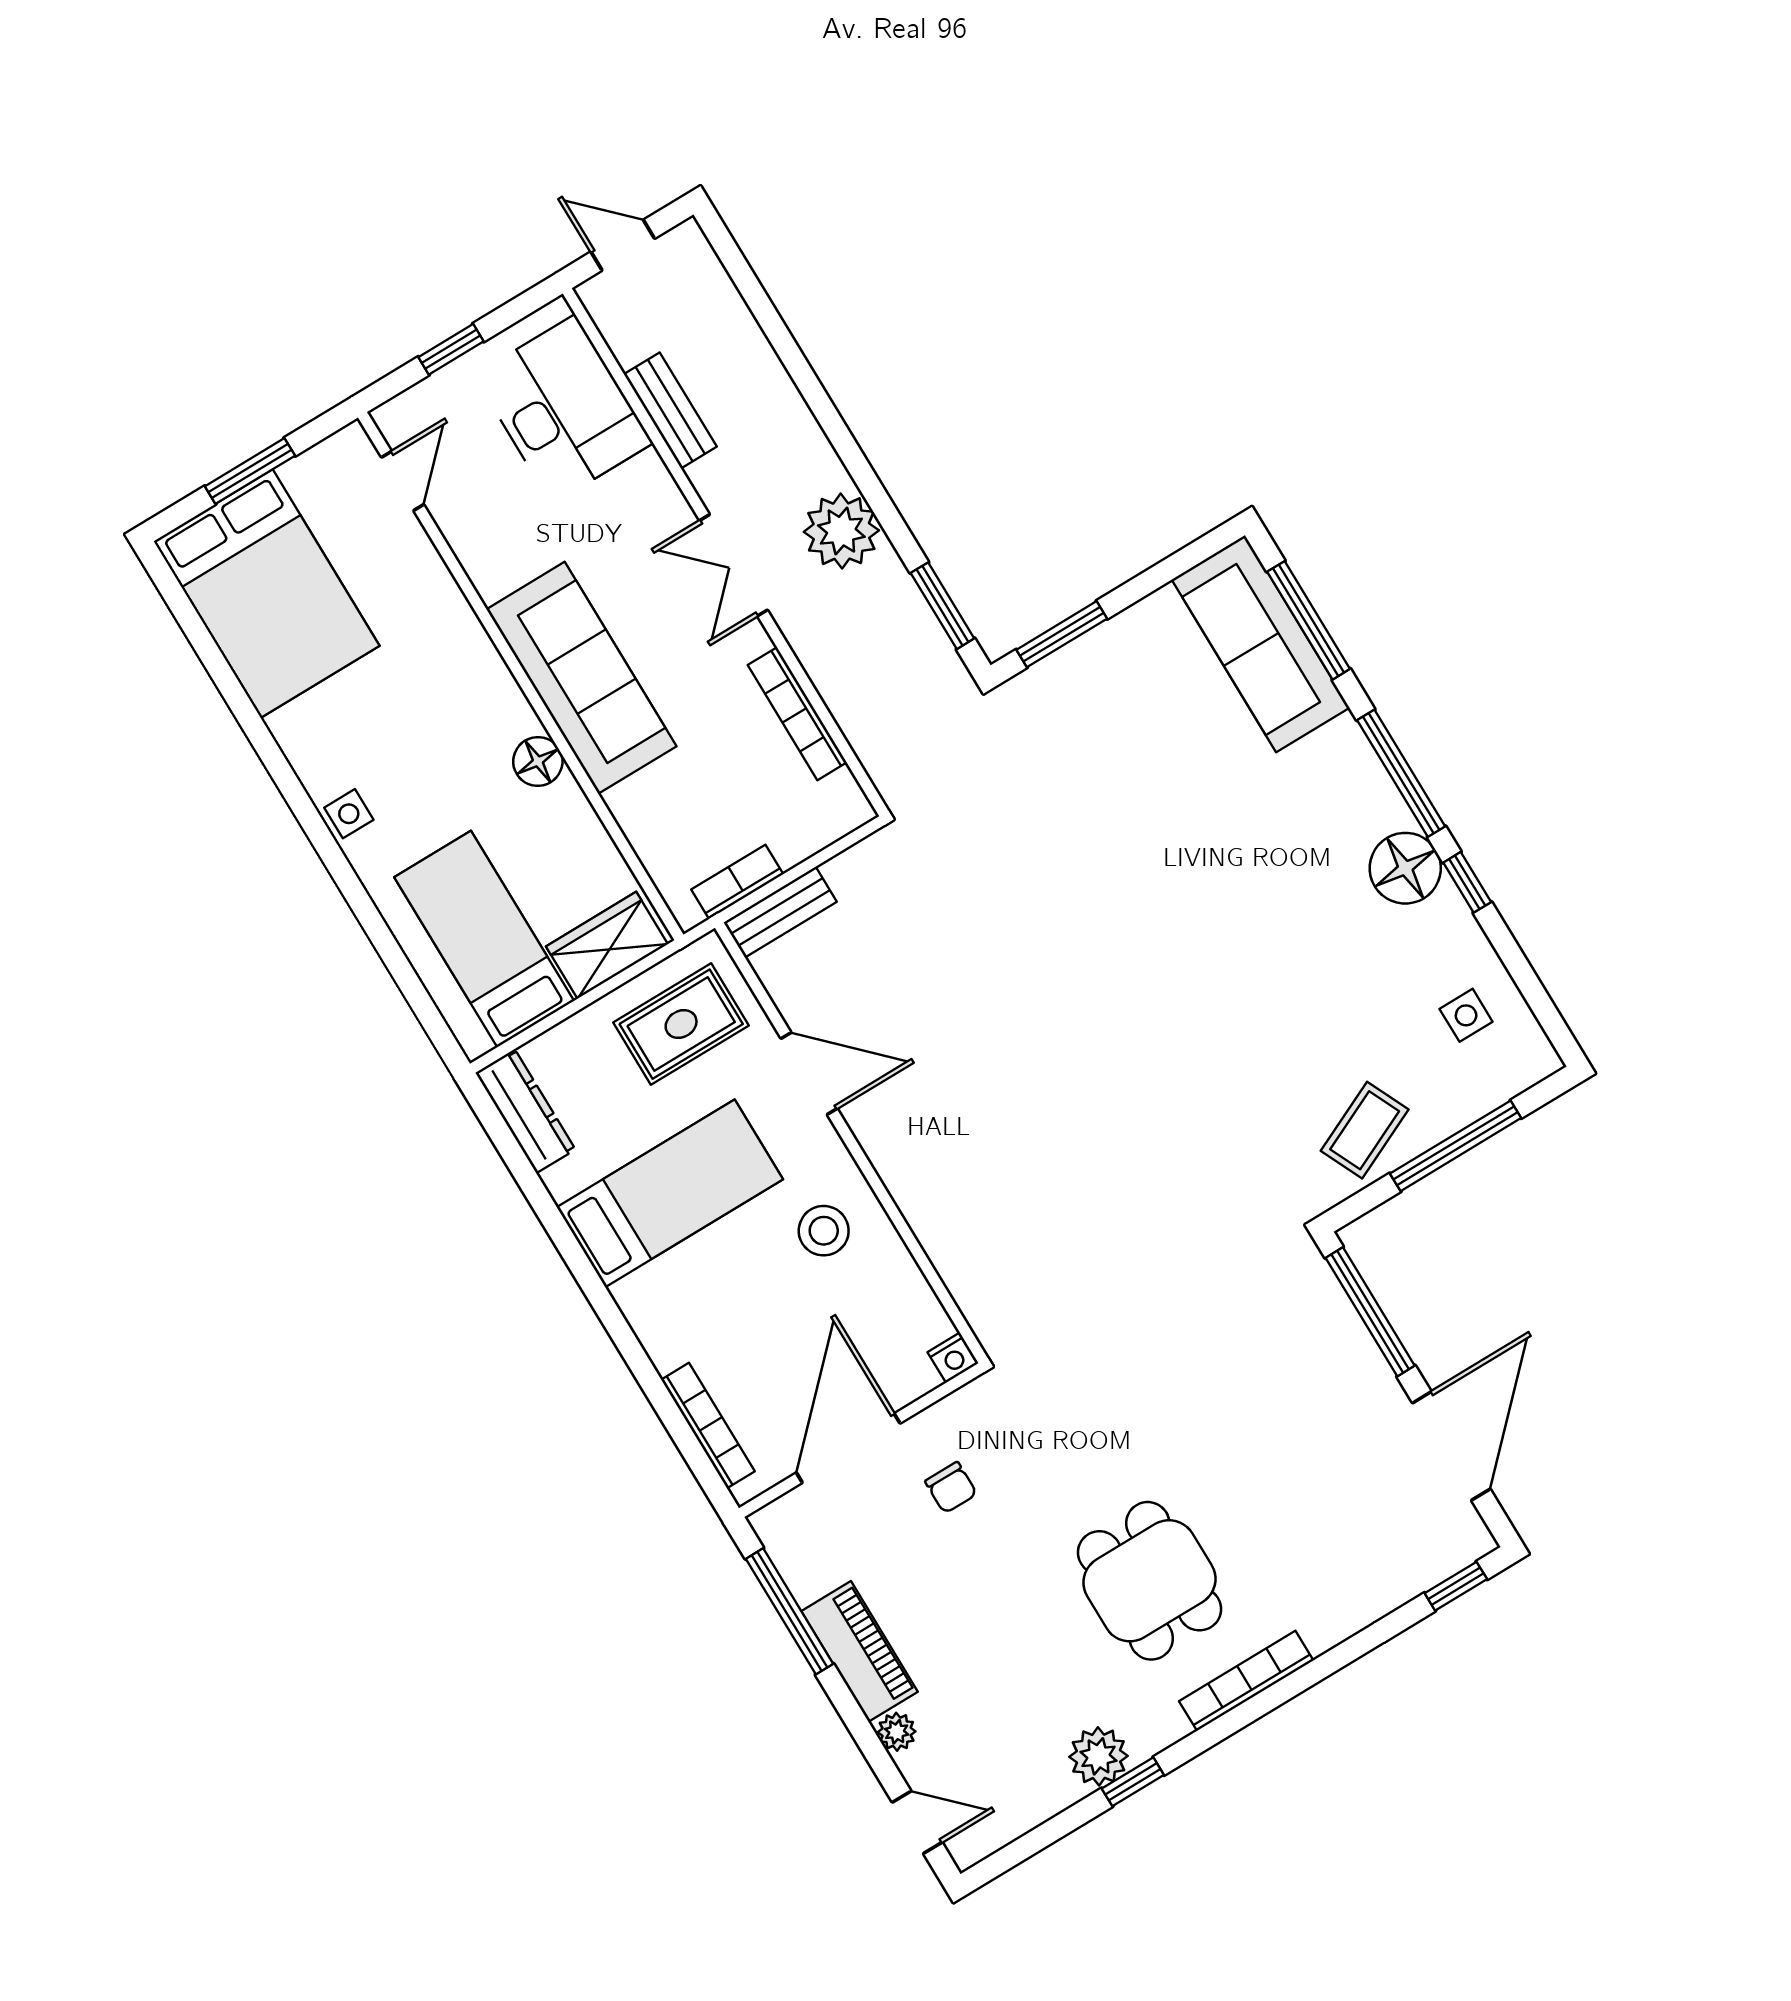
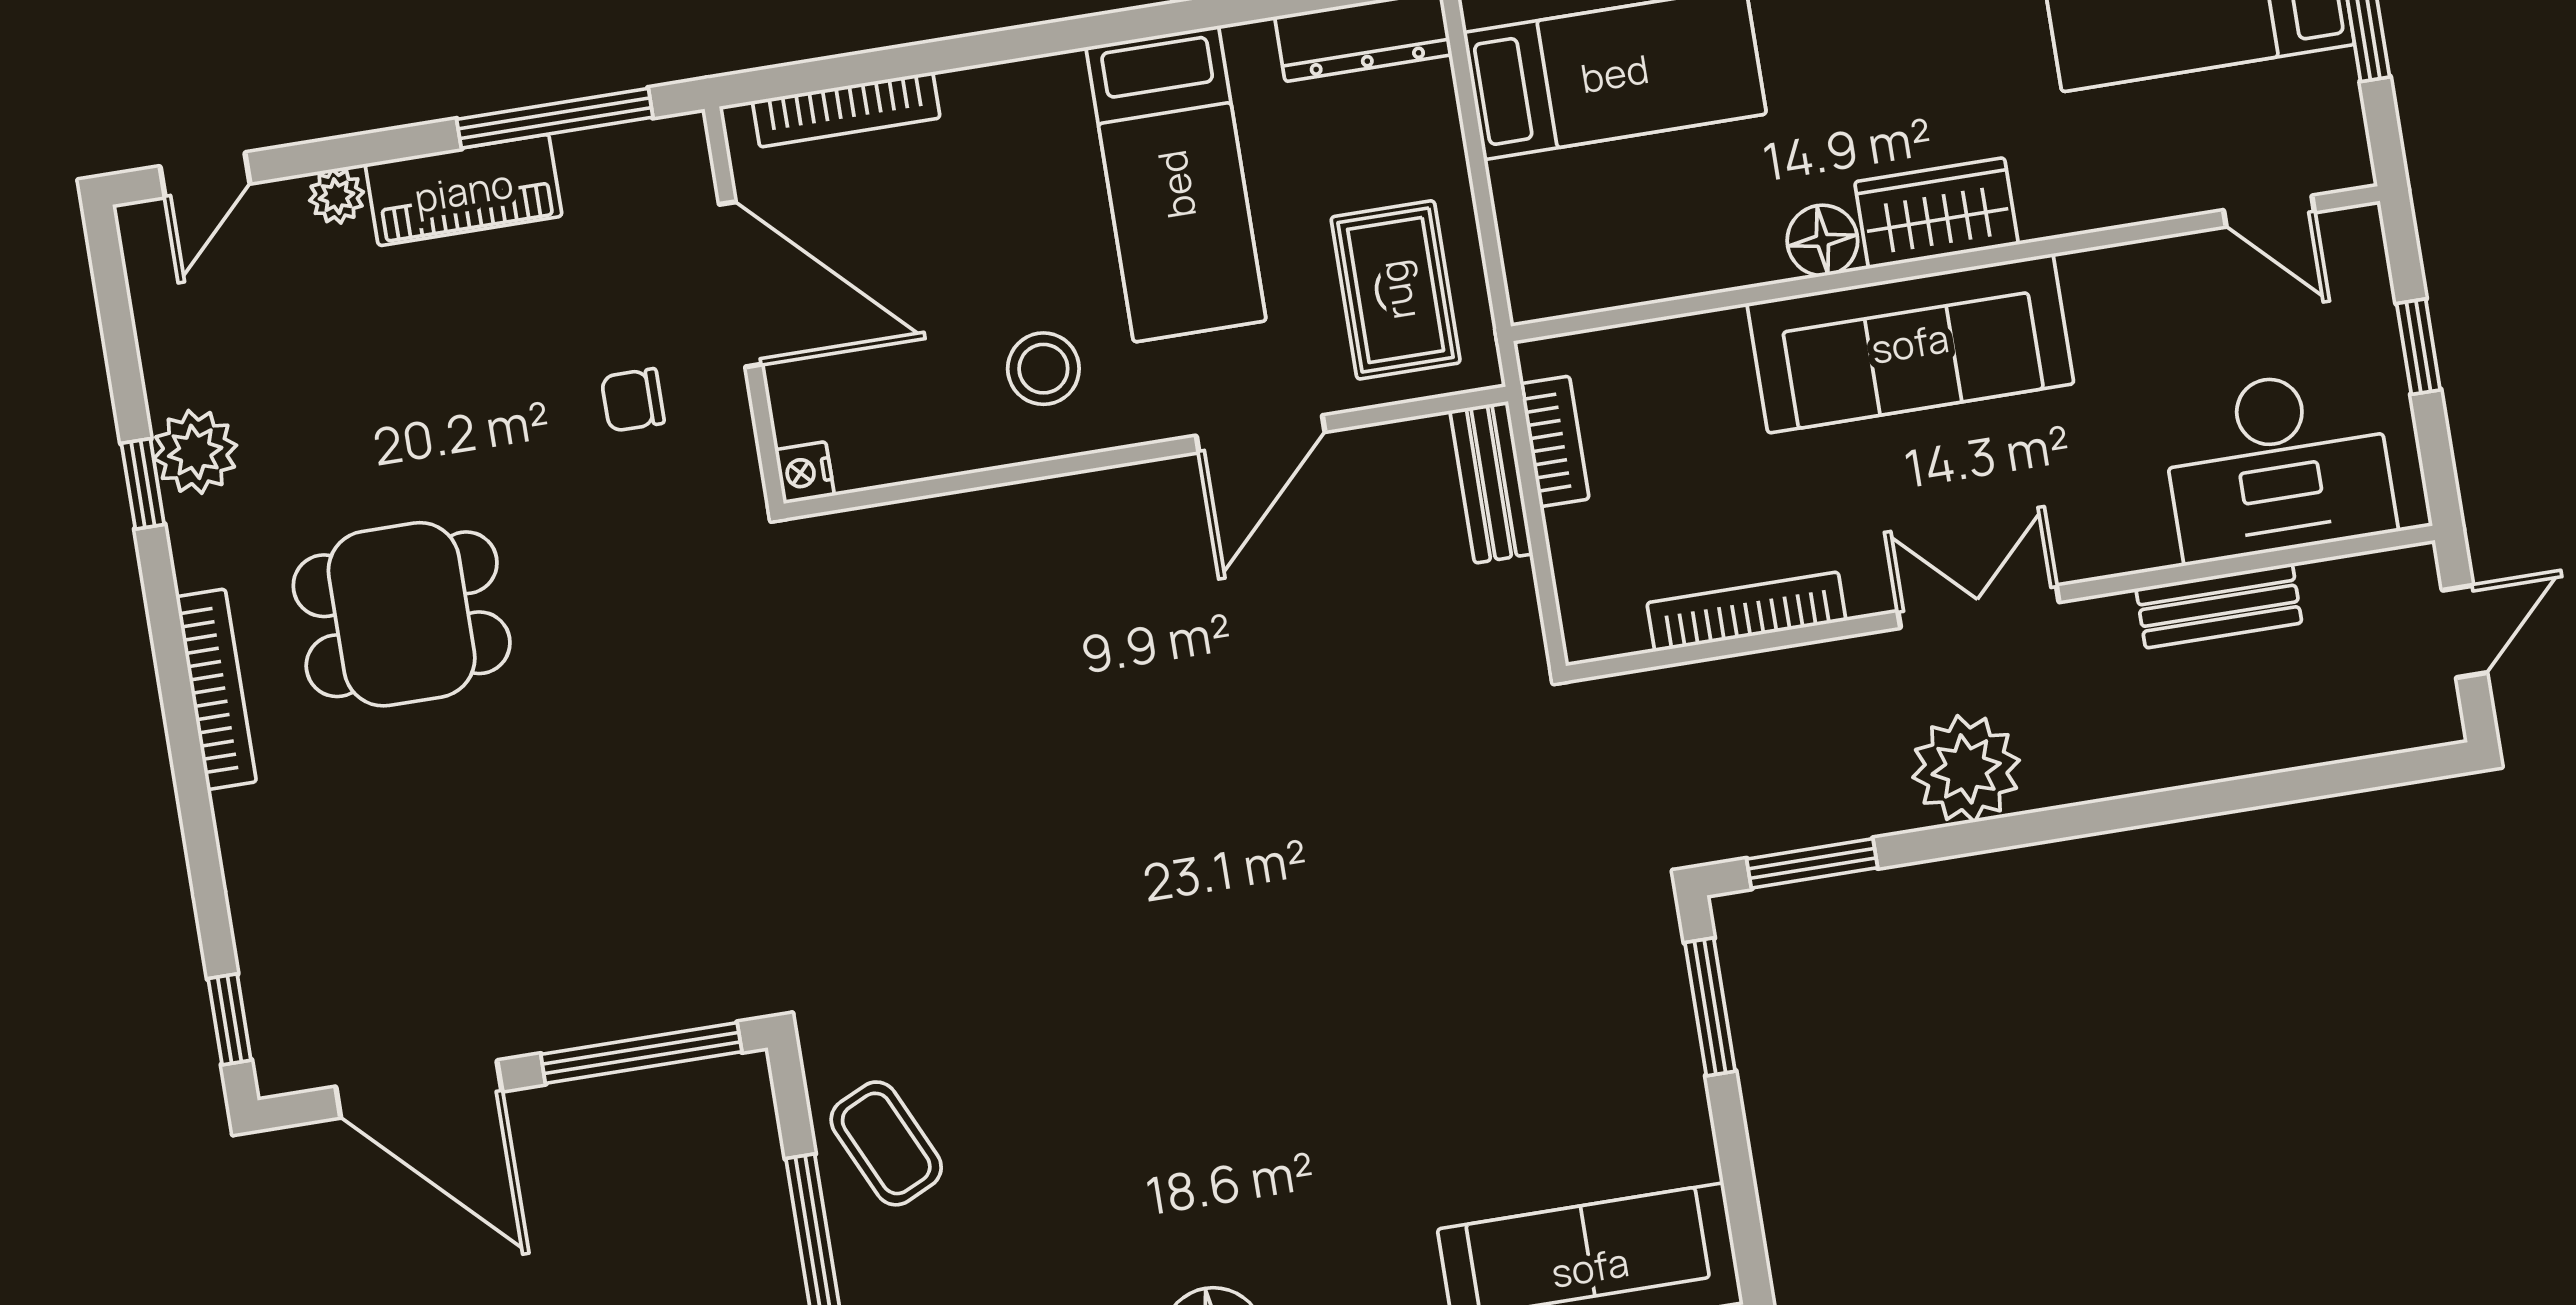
wardrobe: (607, 945) -> (1937, 213), moved, turned -90

